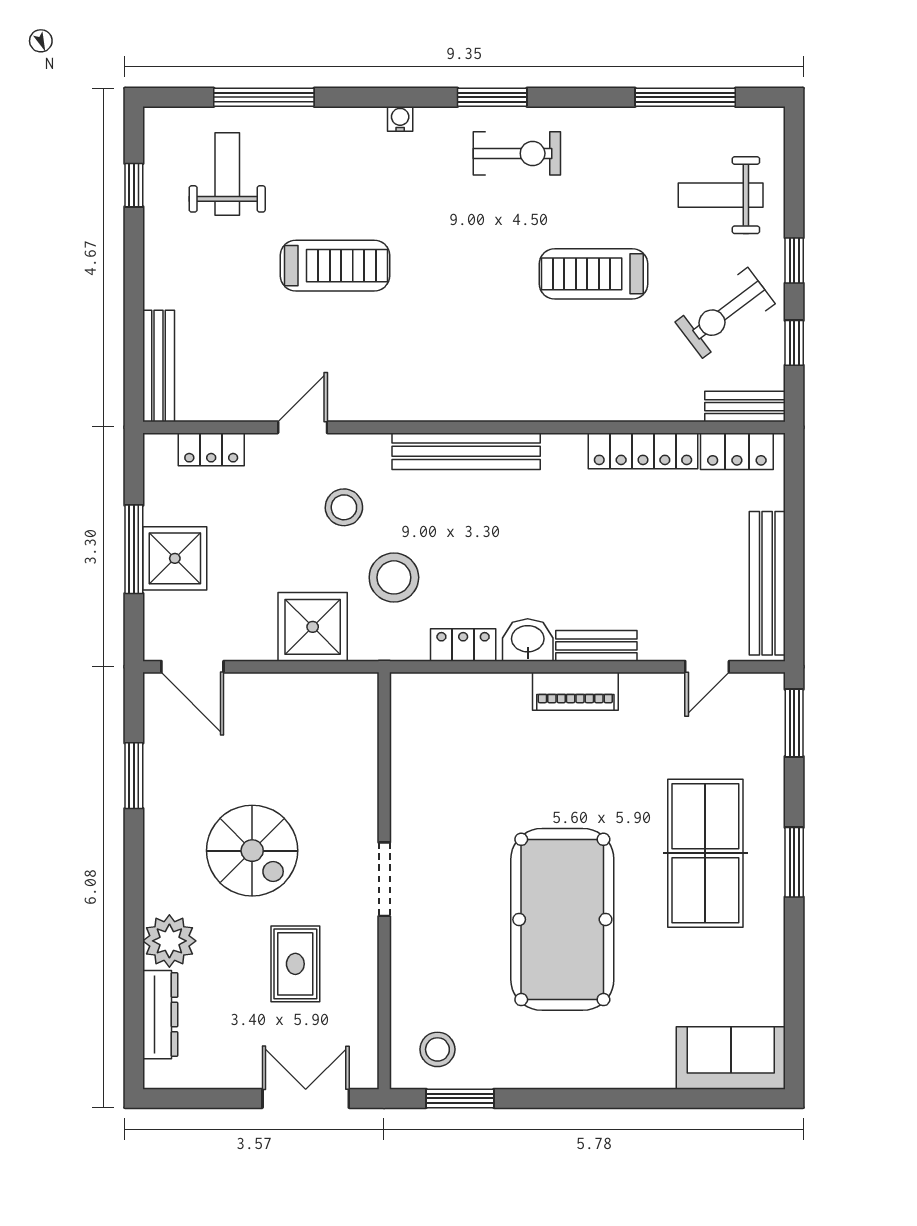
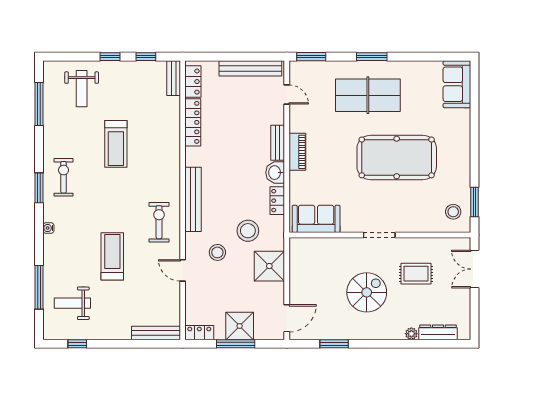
exercise bike: (725, 313) -> (159, 222), moved, turned -143
locker: (211, 449) -> (199, 333), moved, turned -90
sofa: (421, 734) -> (316, 219), added
plant: (169, 941) -> (411, 334), width x0.53, depth x0.53

